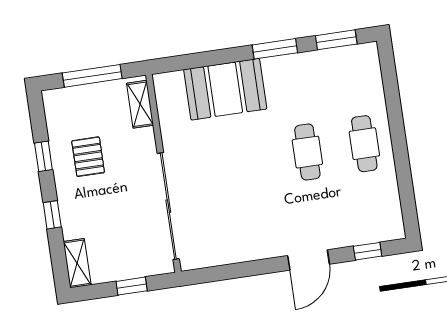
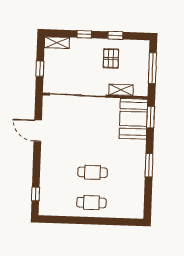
window: (336, 40) -> (151, 117), moved
booth: (225, 89) -> (133, 119), moved
shelving: (140, 104) -> (121, 90), moved
pallet: (88, 157) -> (111, 58), turned 90
door: (309, 260) -> (38, 131), moved

